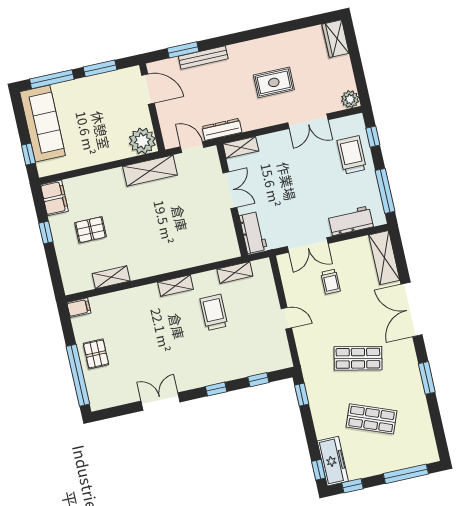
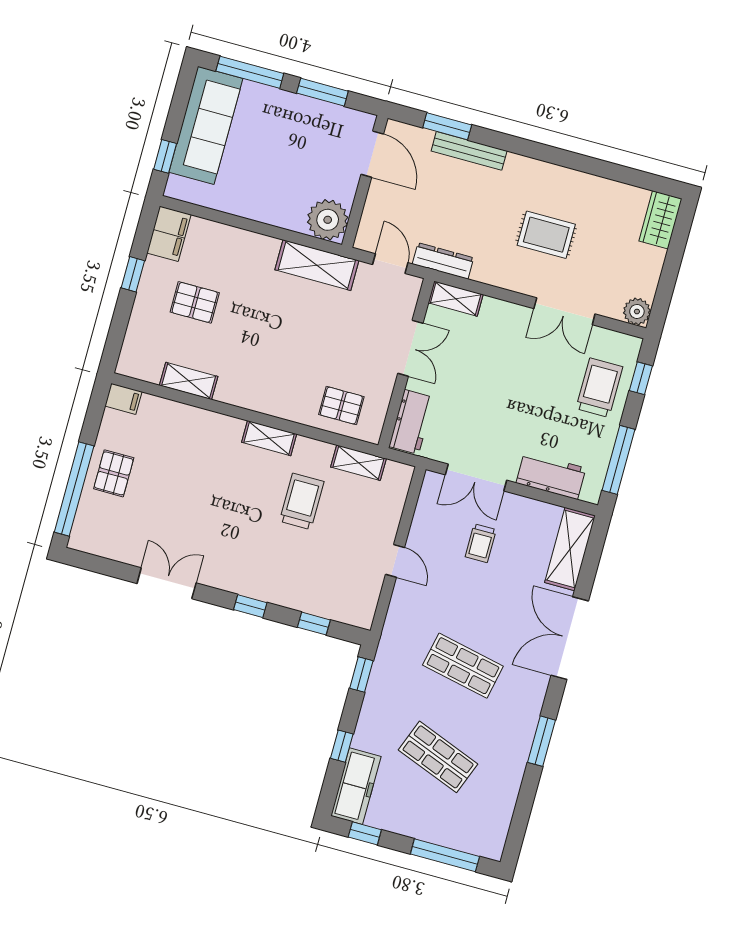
pallet: (207, 245) -> (341, 406), added
window: (318, 470) -> (342, 746), moved

